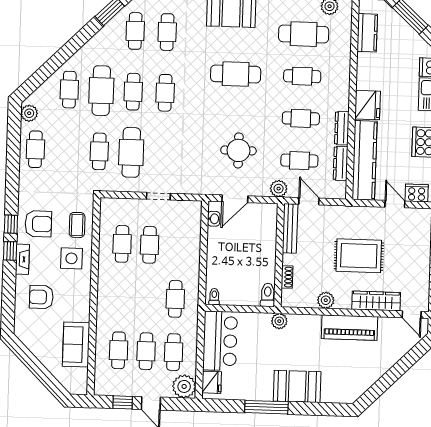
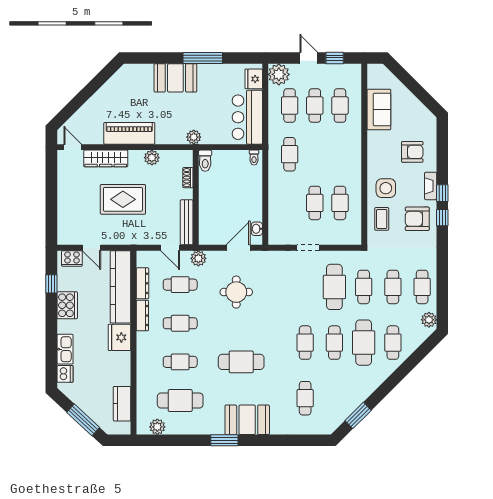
cafe table: (135, 31) -> (393, 287), moved

